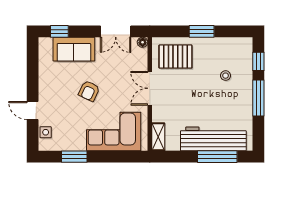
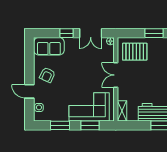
window: (59, 31) -> (67, 33), moved
sofa: (74, 49) -> (49, 46), moved
armchair: (89, 91) -> (47, 75), moved
window: (115, 157) -> (90, 125), added

